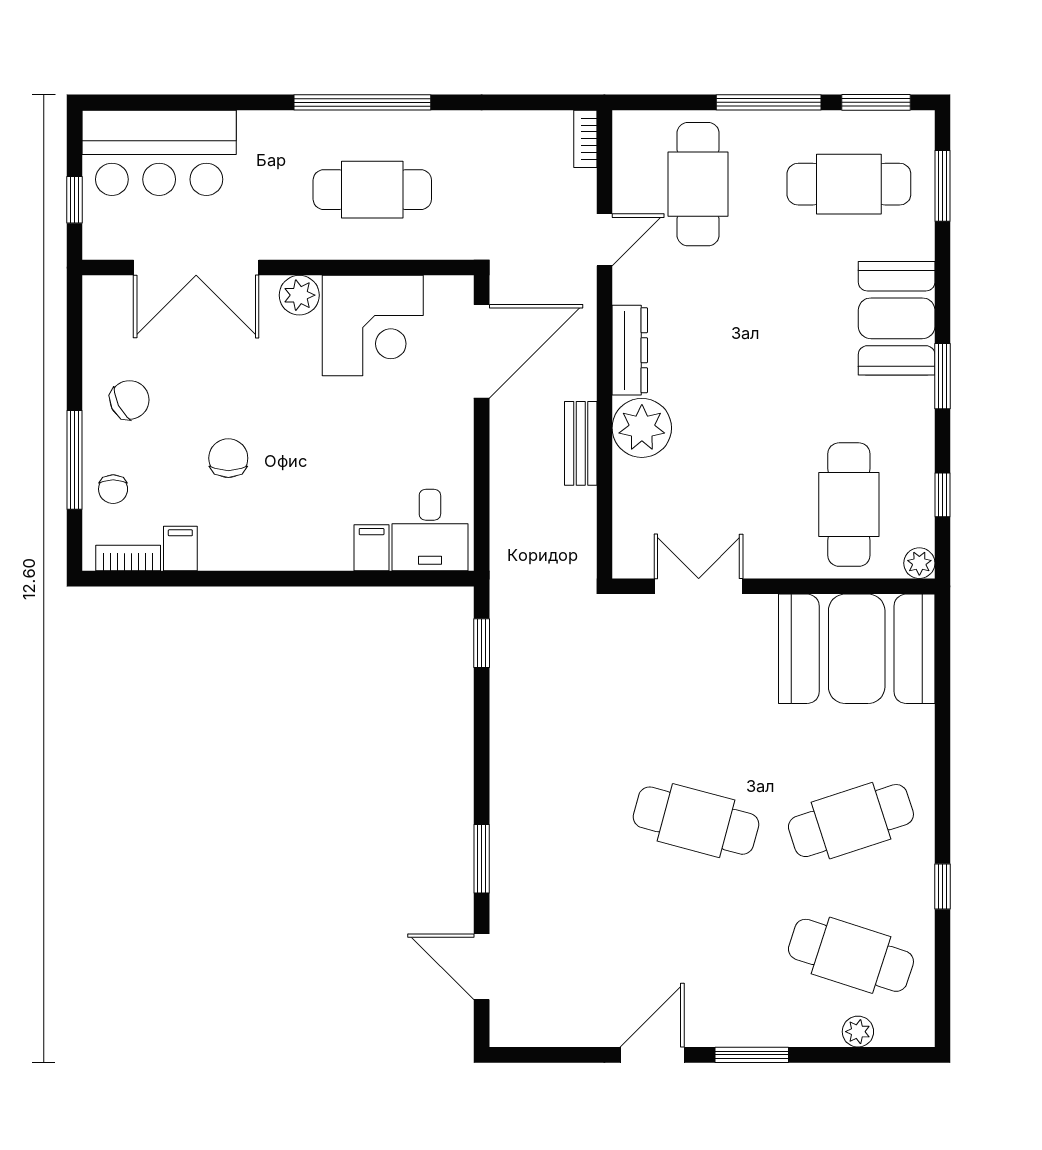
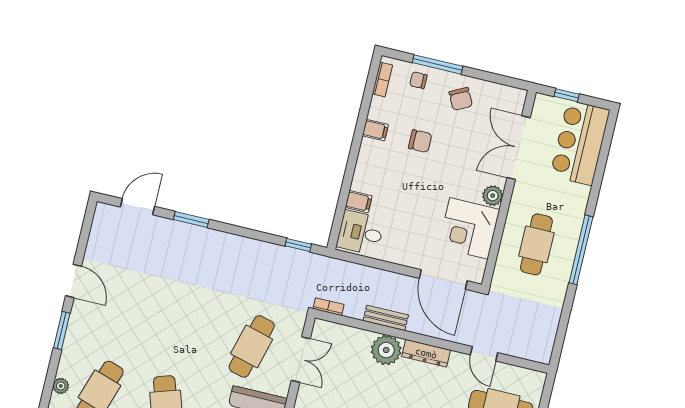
bookcase: (585, 139) -> (329, 307), moved
filing cabinet: (180, 549) -> (375, 130), moved
cafe table: (696, 821) -> (252, 346), moved

